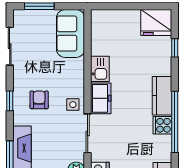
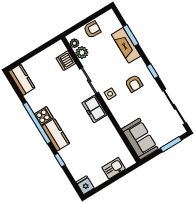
fridge: (156, 22) -> (85, 185), width x0.53, depth x0.75
sliding door: (10, 46) -> (174, 107), width x1.37
window: (175, 48) -> (60, 160), moved
kitchen sink: (100, 69) -> (114, 168), moved, turned 90

